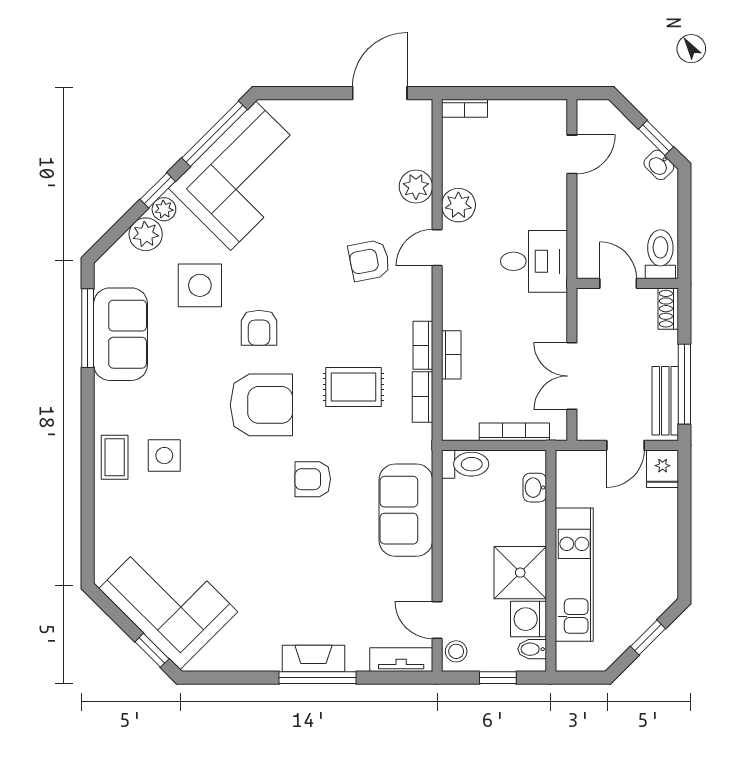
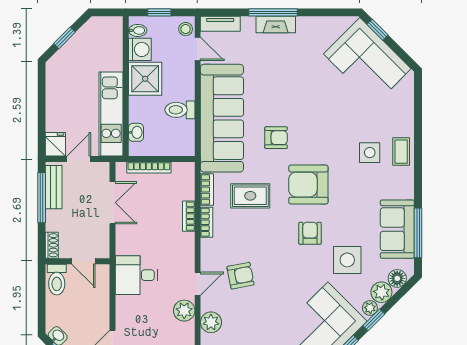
floor lamp: (121, 256) -> (397, 278), added
toilet: (465, 464) -> (180, 110), moved
sofa: (406, 510) -> (222, 118), width x1.85, depth x1.27
kitchen unit: (574, 575) -> (111, 114), moved

